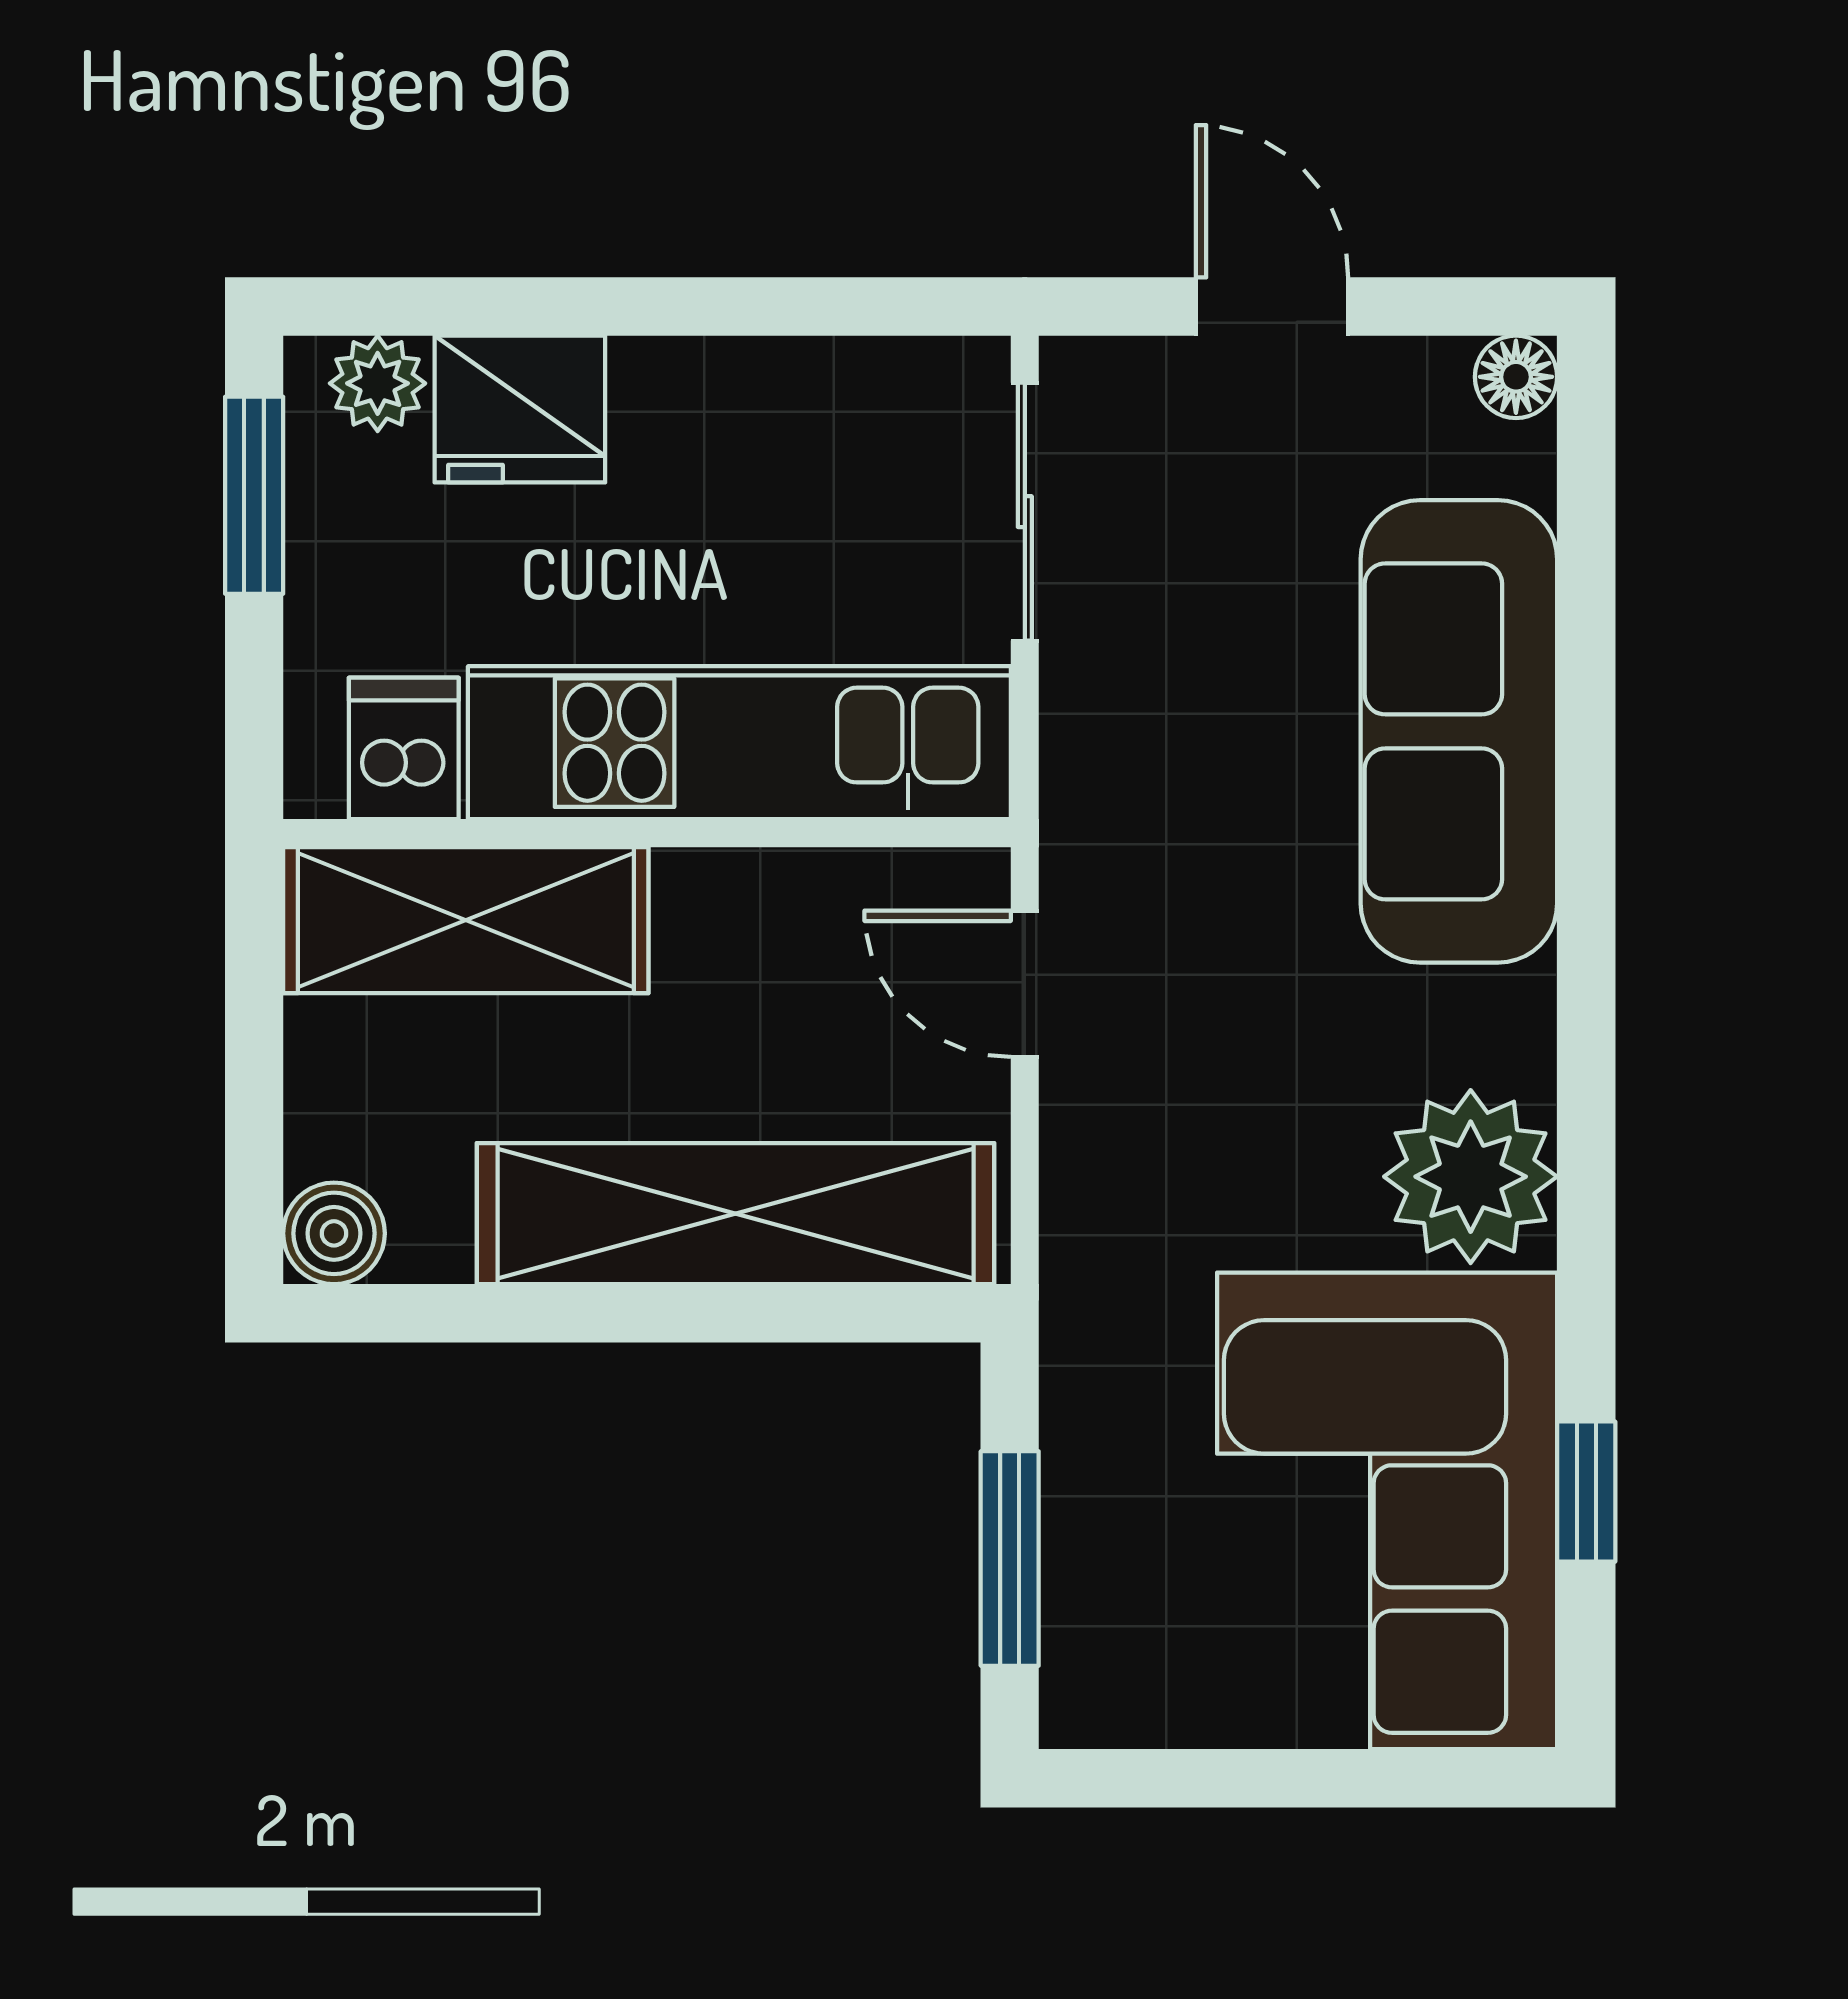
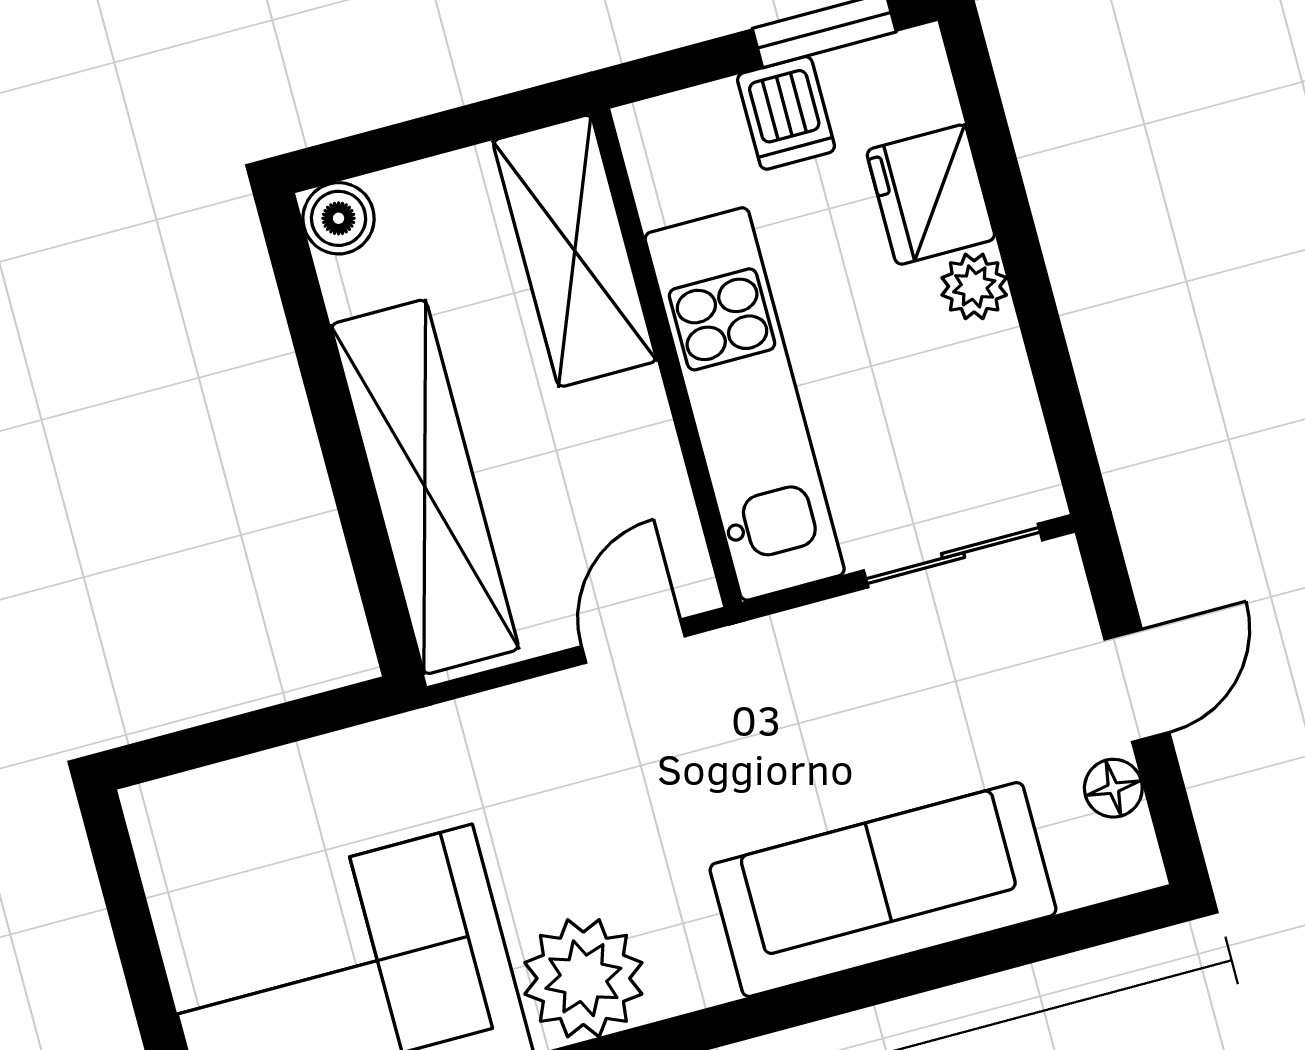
floor lamp: (1516, 377) -> (1113, 788), moved
plant: (378, 383) -> (974, 286), moved
dishwasher: (404, 748) -> (786, 113), moved, turned 90
window: (1010, 1558) -> (241, 735), removed

